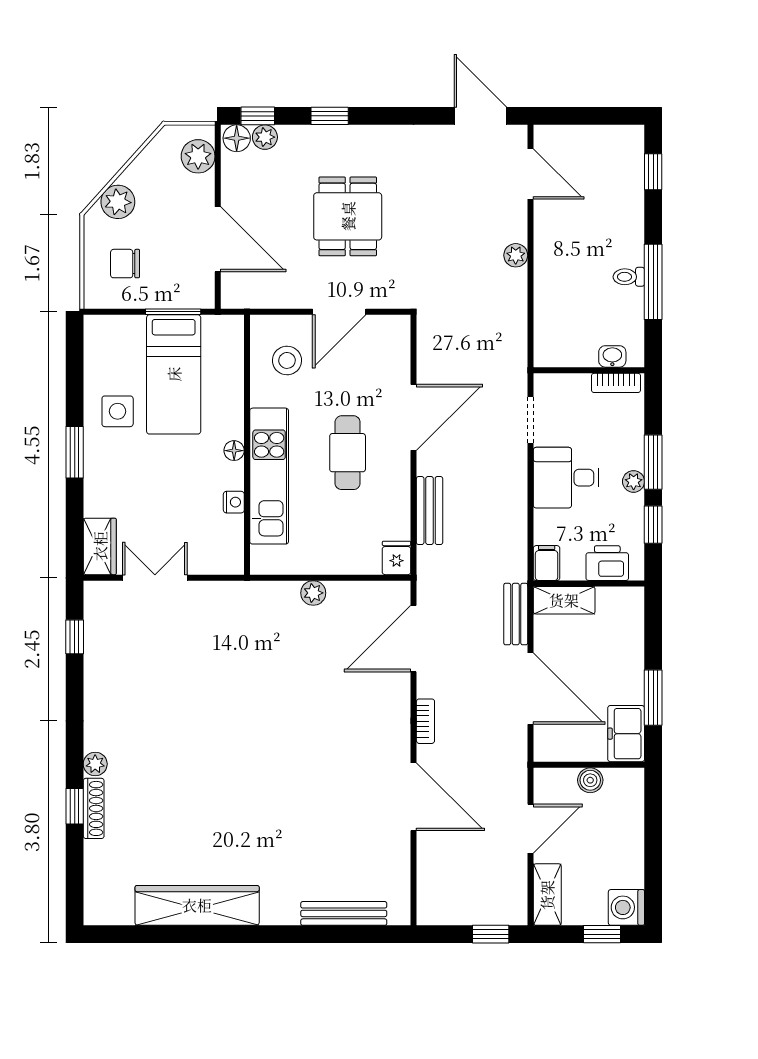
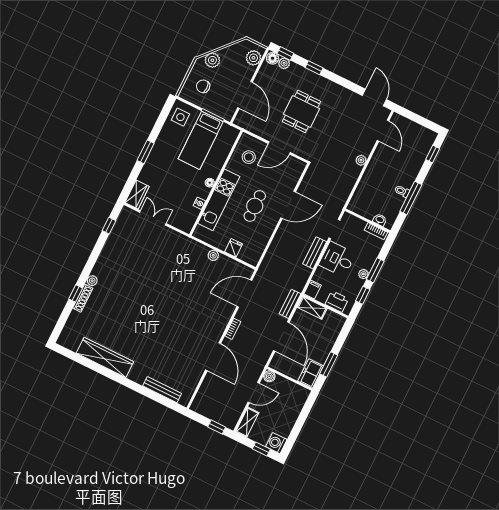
side table: (118, 411) -> (180, 117), moved
bench: (430, 511) -> (315, 253), moved
fridge: (397, 558) -> (234, 248), moved
boiler: (590, 780) -> (269, 376), moved

